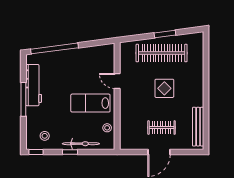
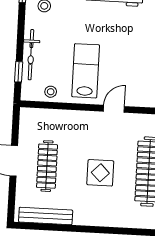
clothes rail: (162, 128) -> (47, 166), width x1.36
window: (70, 152) -> (19, 72), moved

